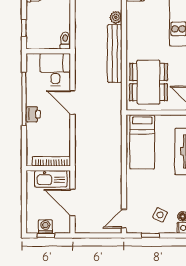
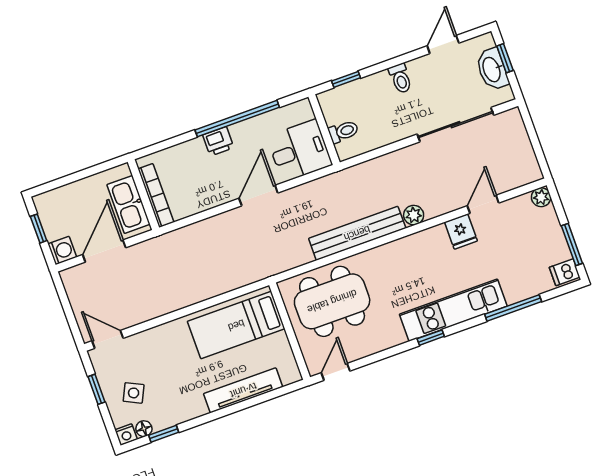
toilet: (65, 40) -> (343, 132), moved
washing machine: (45, 226) -> (62, 250), moved

